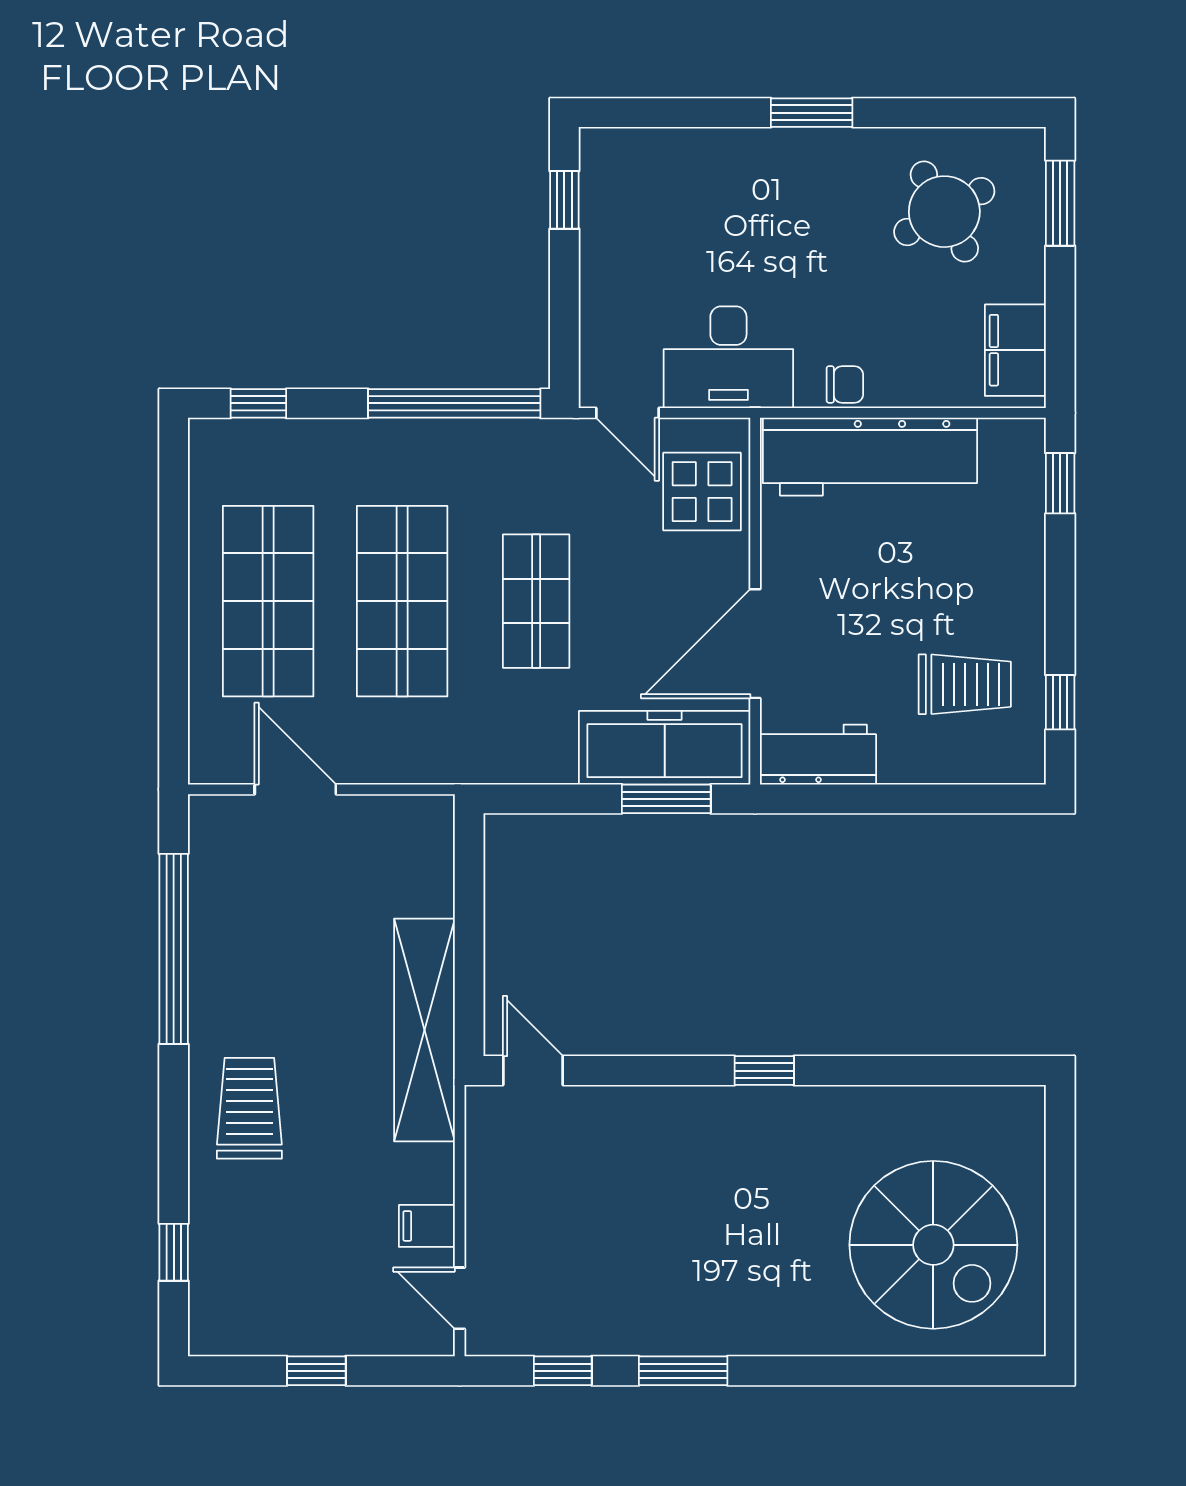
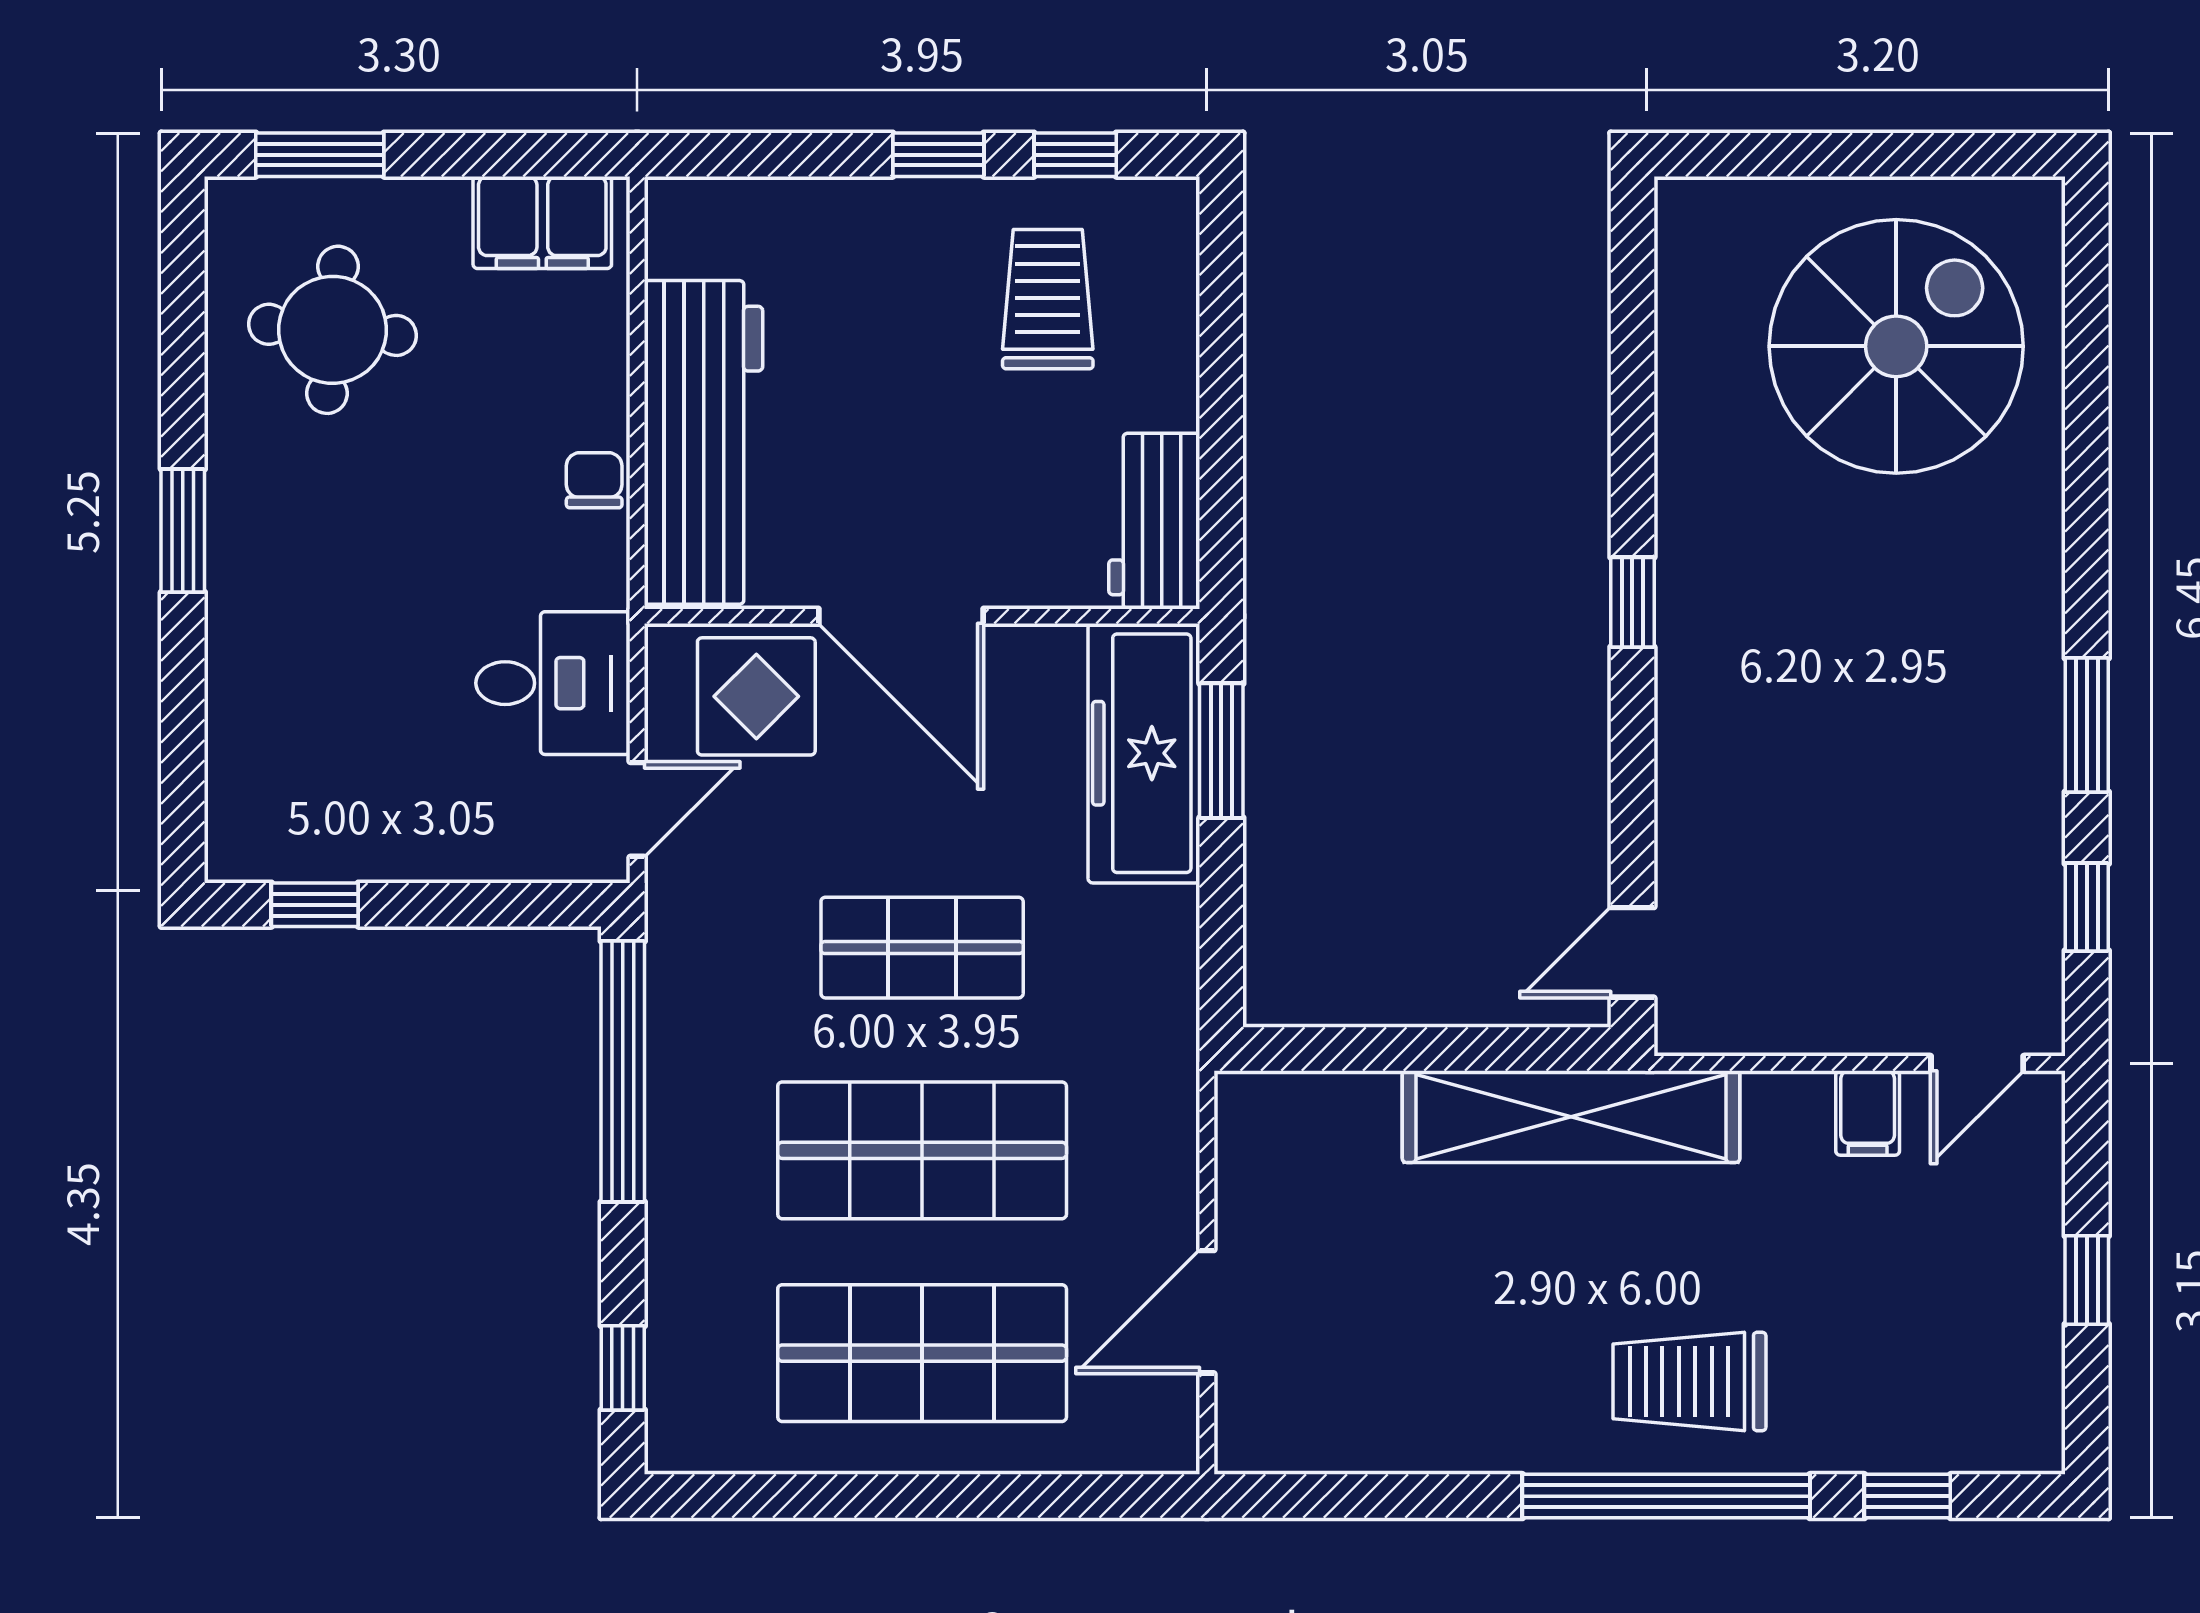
round table: (944, 212) -> (333, 330), turned 34
desk: (728, 357) -> (553, 683), width x0.73
window: (1060, 483) -> (938, 155), moved
door: (755, 644) -> (901, 616), moved
window: (174, 949) -> (1666, 1496), moved

